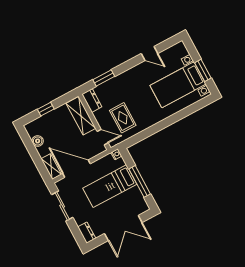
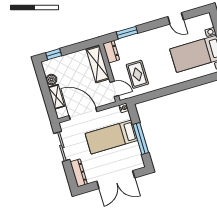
window: (46, 109) -> (54, 54), moved
shelving: (51, 167) -> (56, 97), moved
dresser: (87, 233) -> (79, 173), width x1.44

